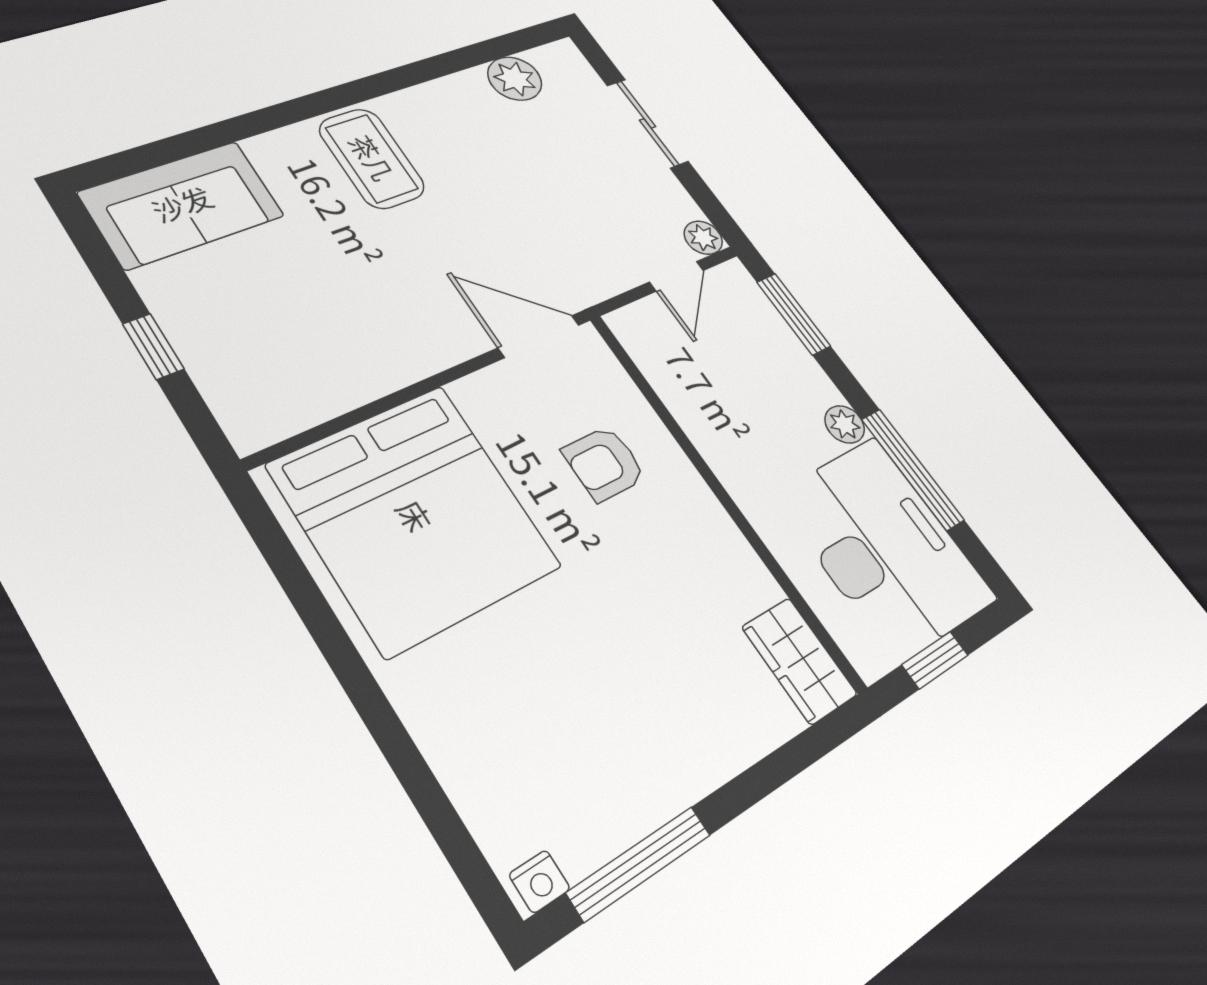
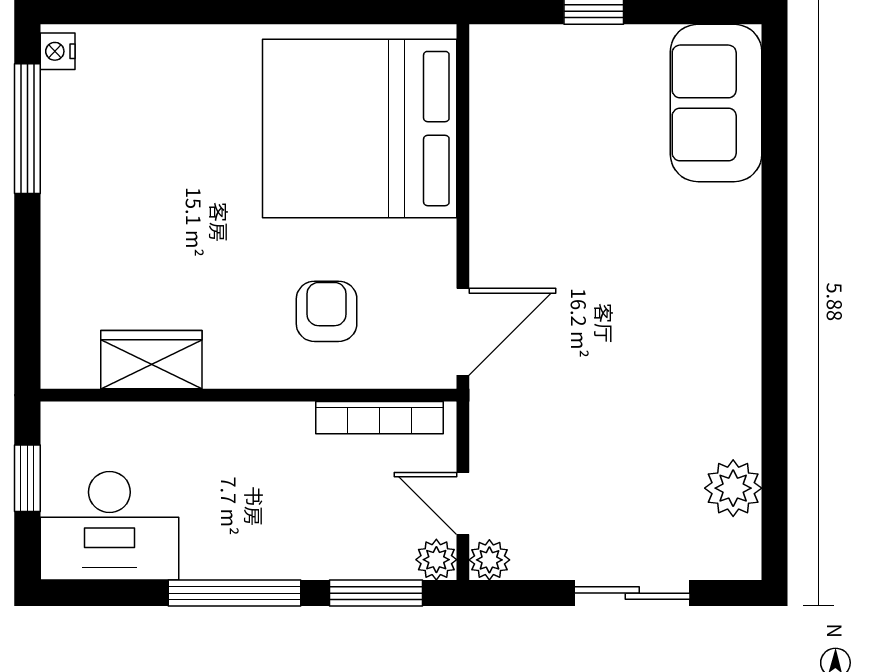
coffee table: (372, 158) -> (698, 293), removed
bookcase: (660, 374) -> (380, 418), added
plant: (845, 424) -> (436, 560), moved
window: (913, 469) -> (234, 593), moved
desk: (885, 547) -> (109, 526), width x0.73, depth x0.77
wardrobe: (799, 661) -> (151, 360), moved

